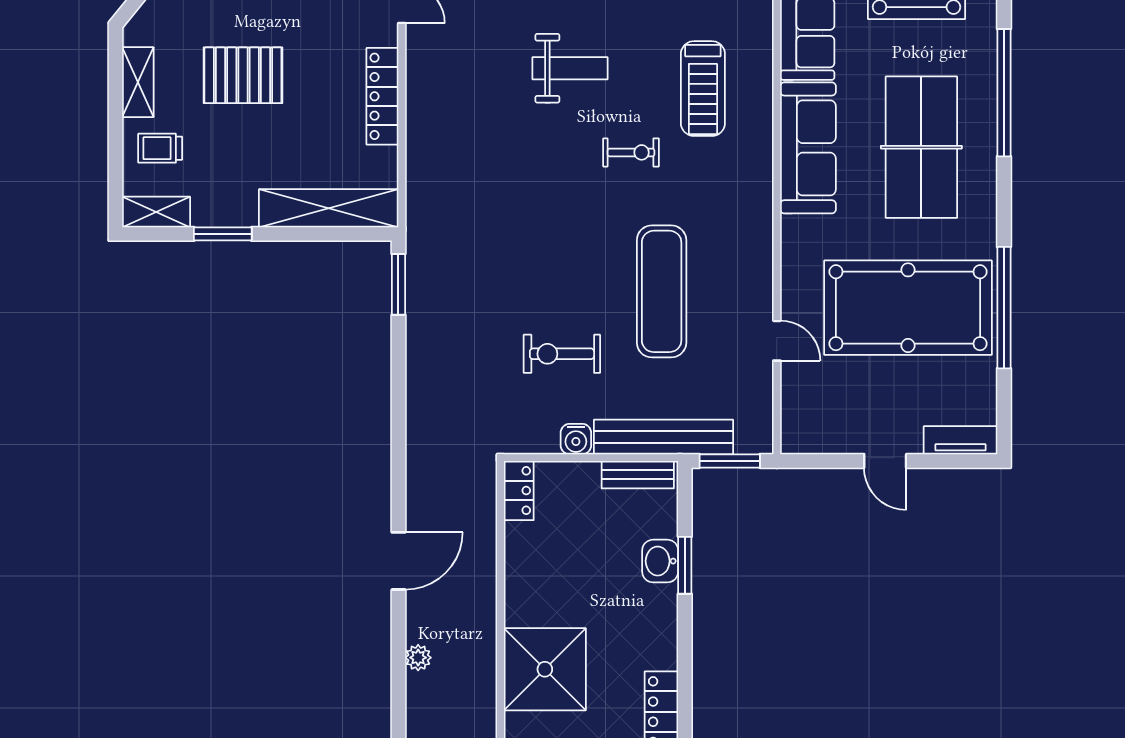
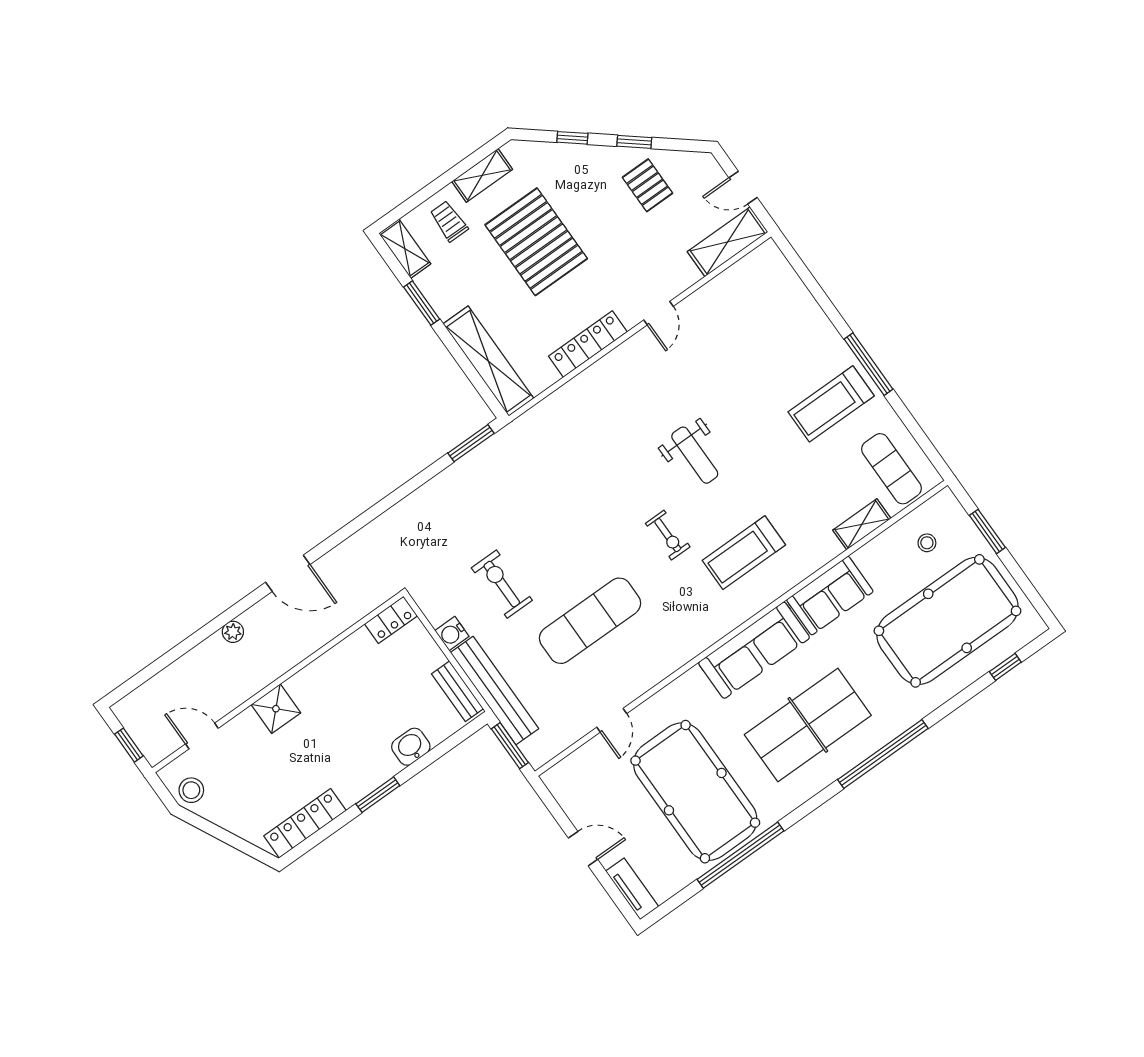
pallet: (243, 75) -> (536, 242), width x1.37, depth x1.41
door: (885, 461) -> (583, 849), swing flipped
window: (685, 565) -> (378, 795), moved
shower: (545, 669) -> (276, 709), width x0.54, depth x0.54

